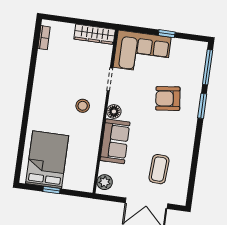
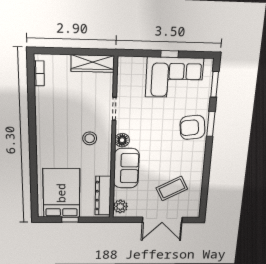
corner sofa: (142, 52) -> (174, 78), moved
window: (208, 67) -> (215, 84), width x0.69
armchair: (168, 99) -> (192, 127), moved
dresser: (88, 168) -> (103, 196), added
coffee table: (159, 169) -> (172, 188), turned 59

